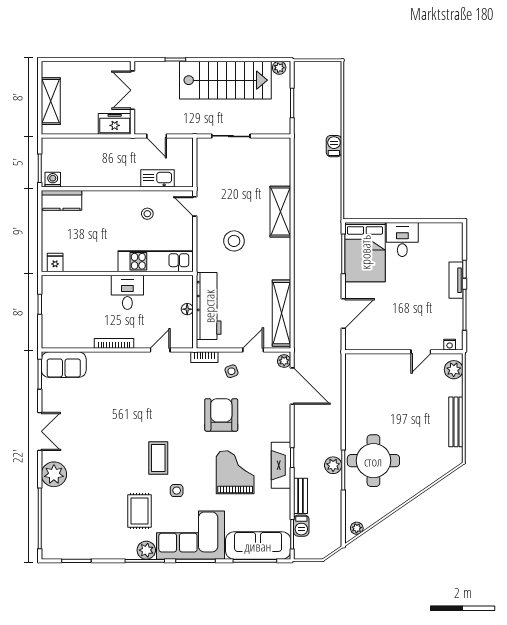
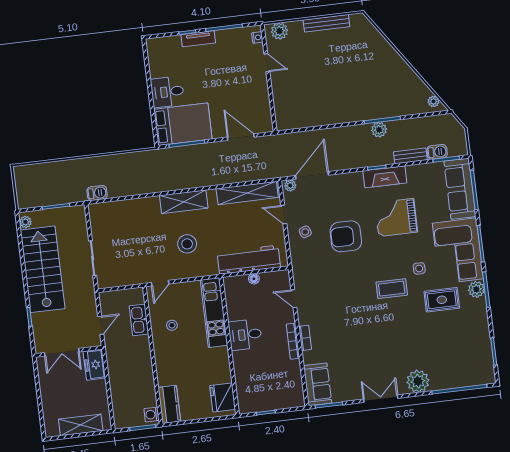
barbecue: (334, 146) -> (97, 193), moved, turned 180
shelving: (280, 212) -> (184, 202), moved
fridge: (55, 263) -> (223, 397), width x1.88, depth x1.34
bookcase: (204, 357) -> (305, 338), moved
round table: (373, 461) -> (371, 94), removed

